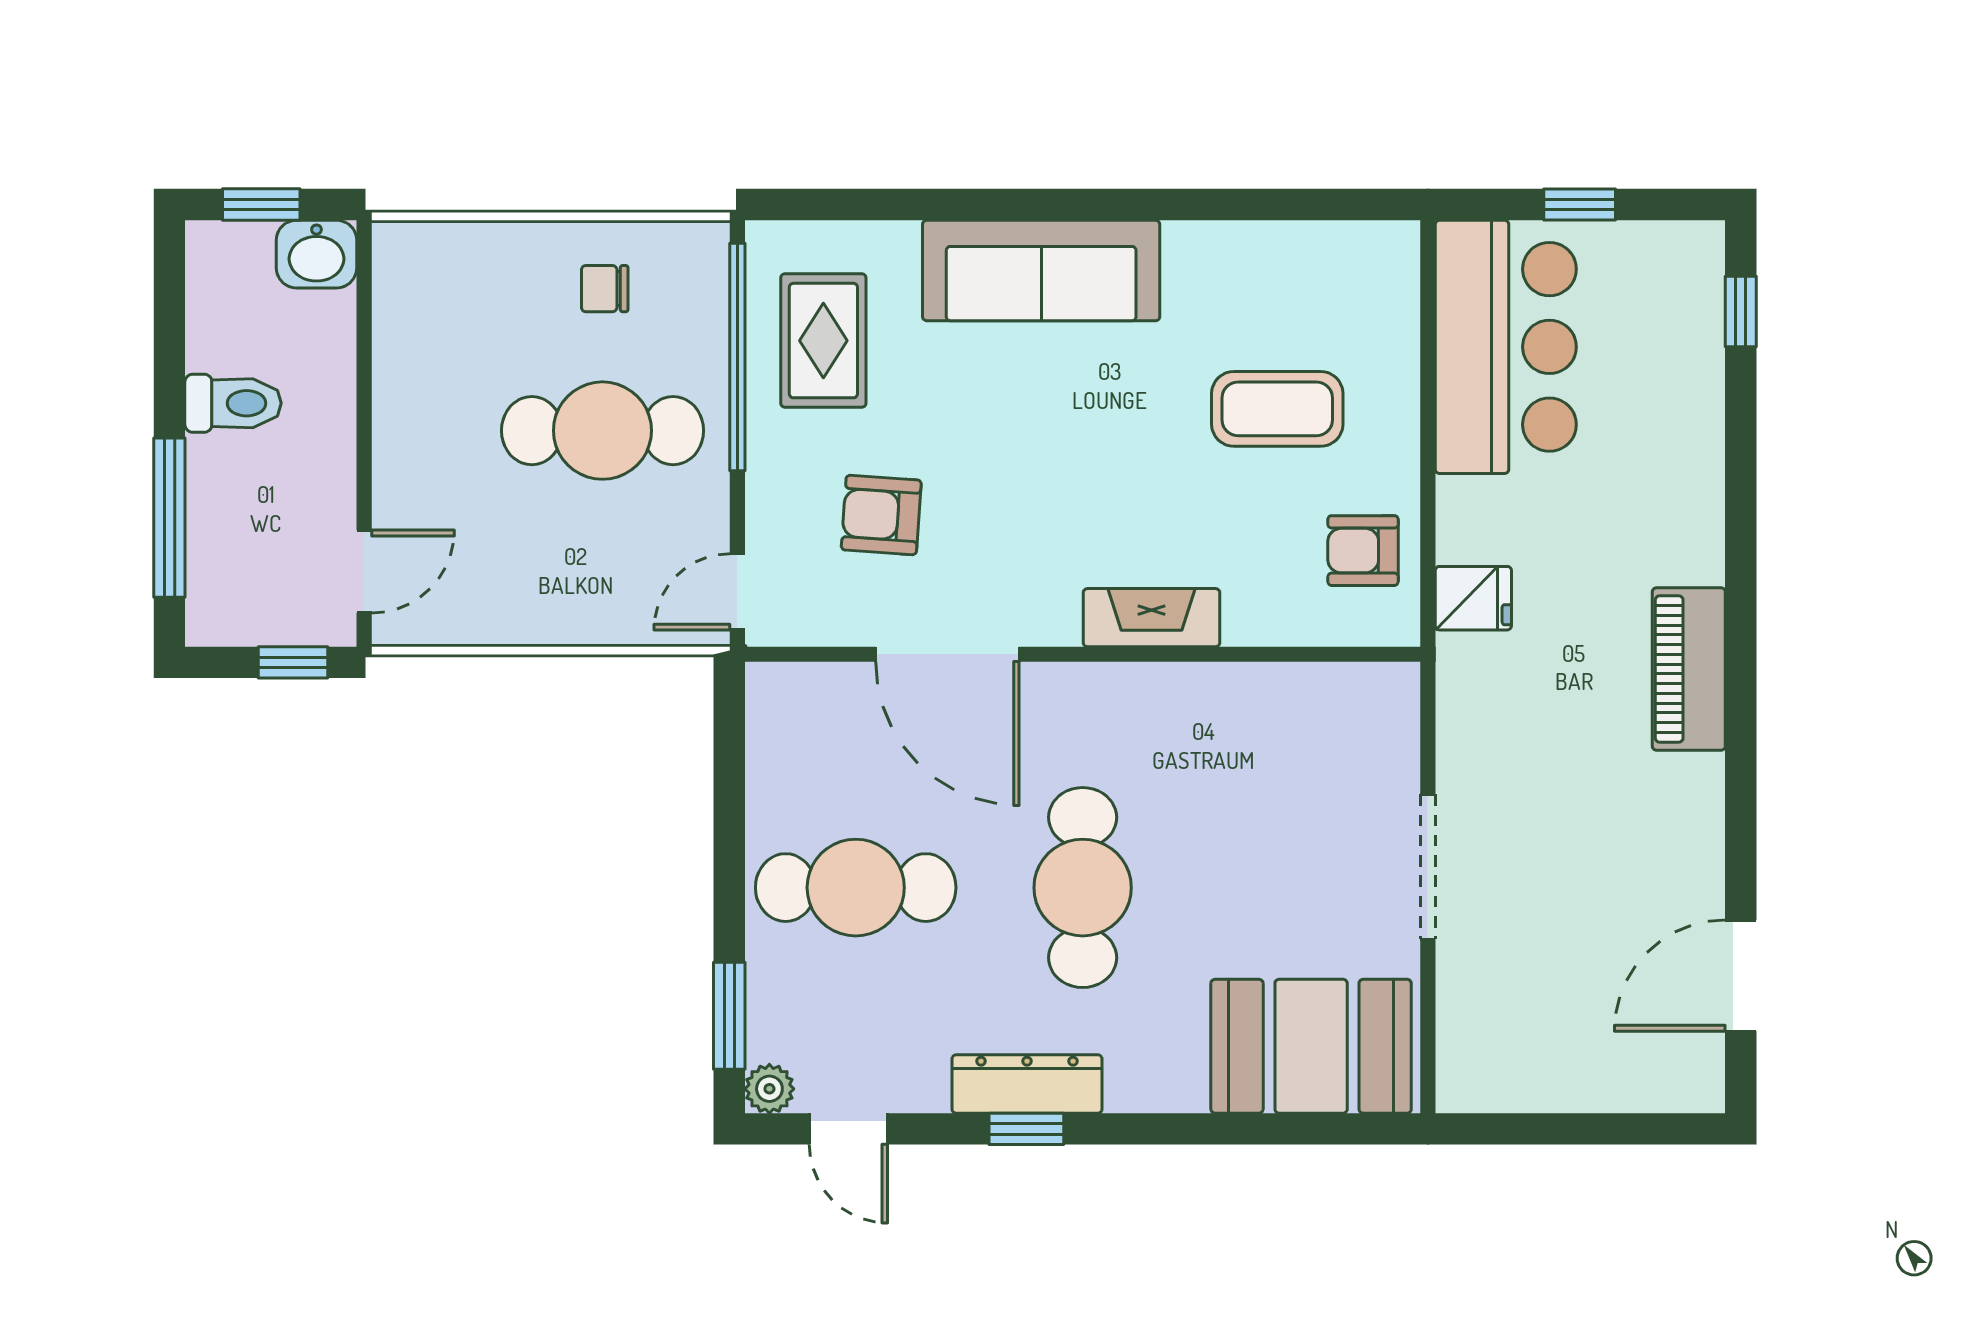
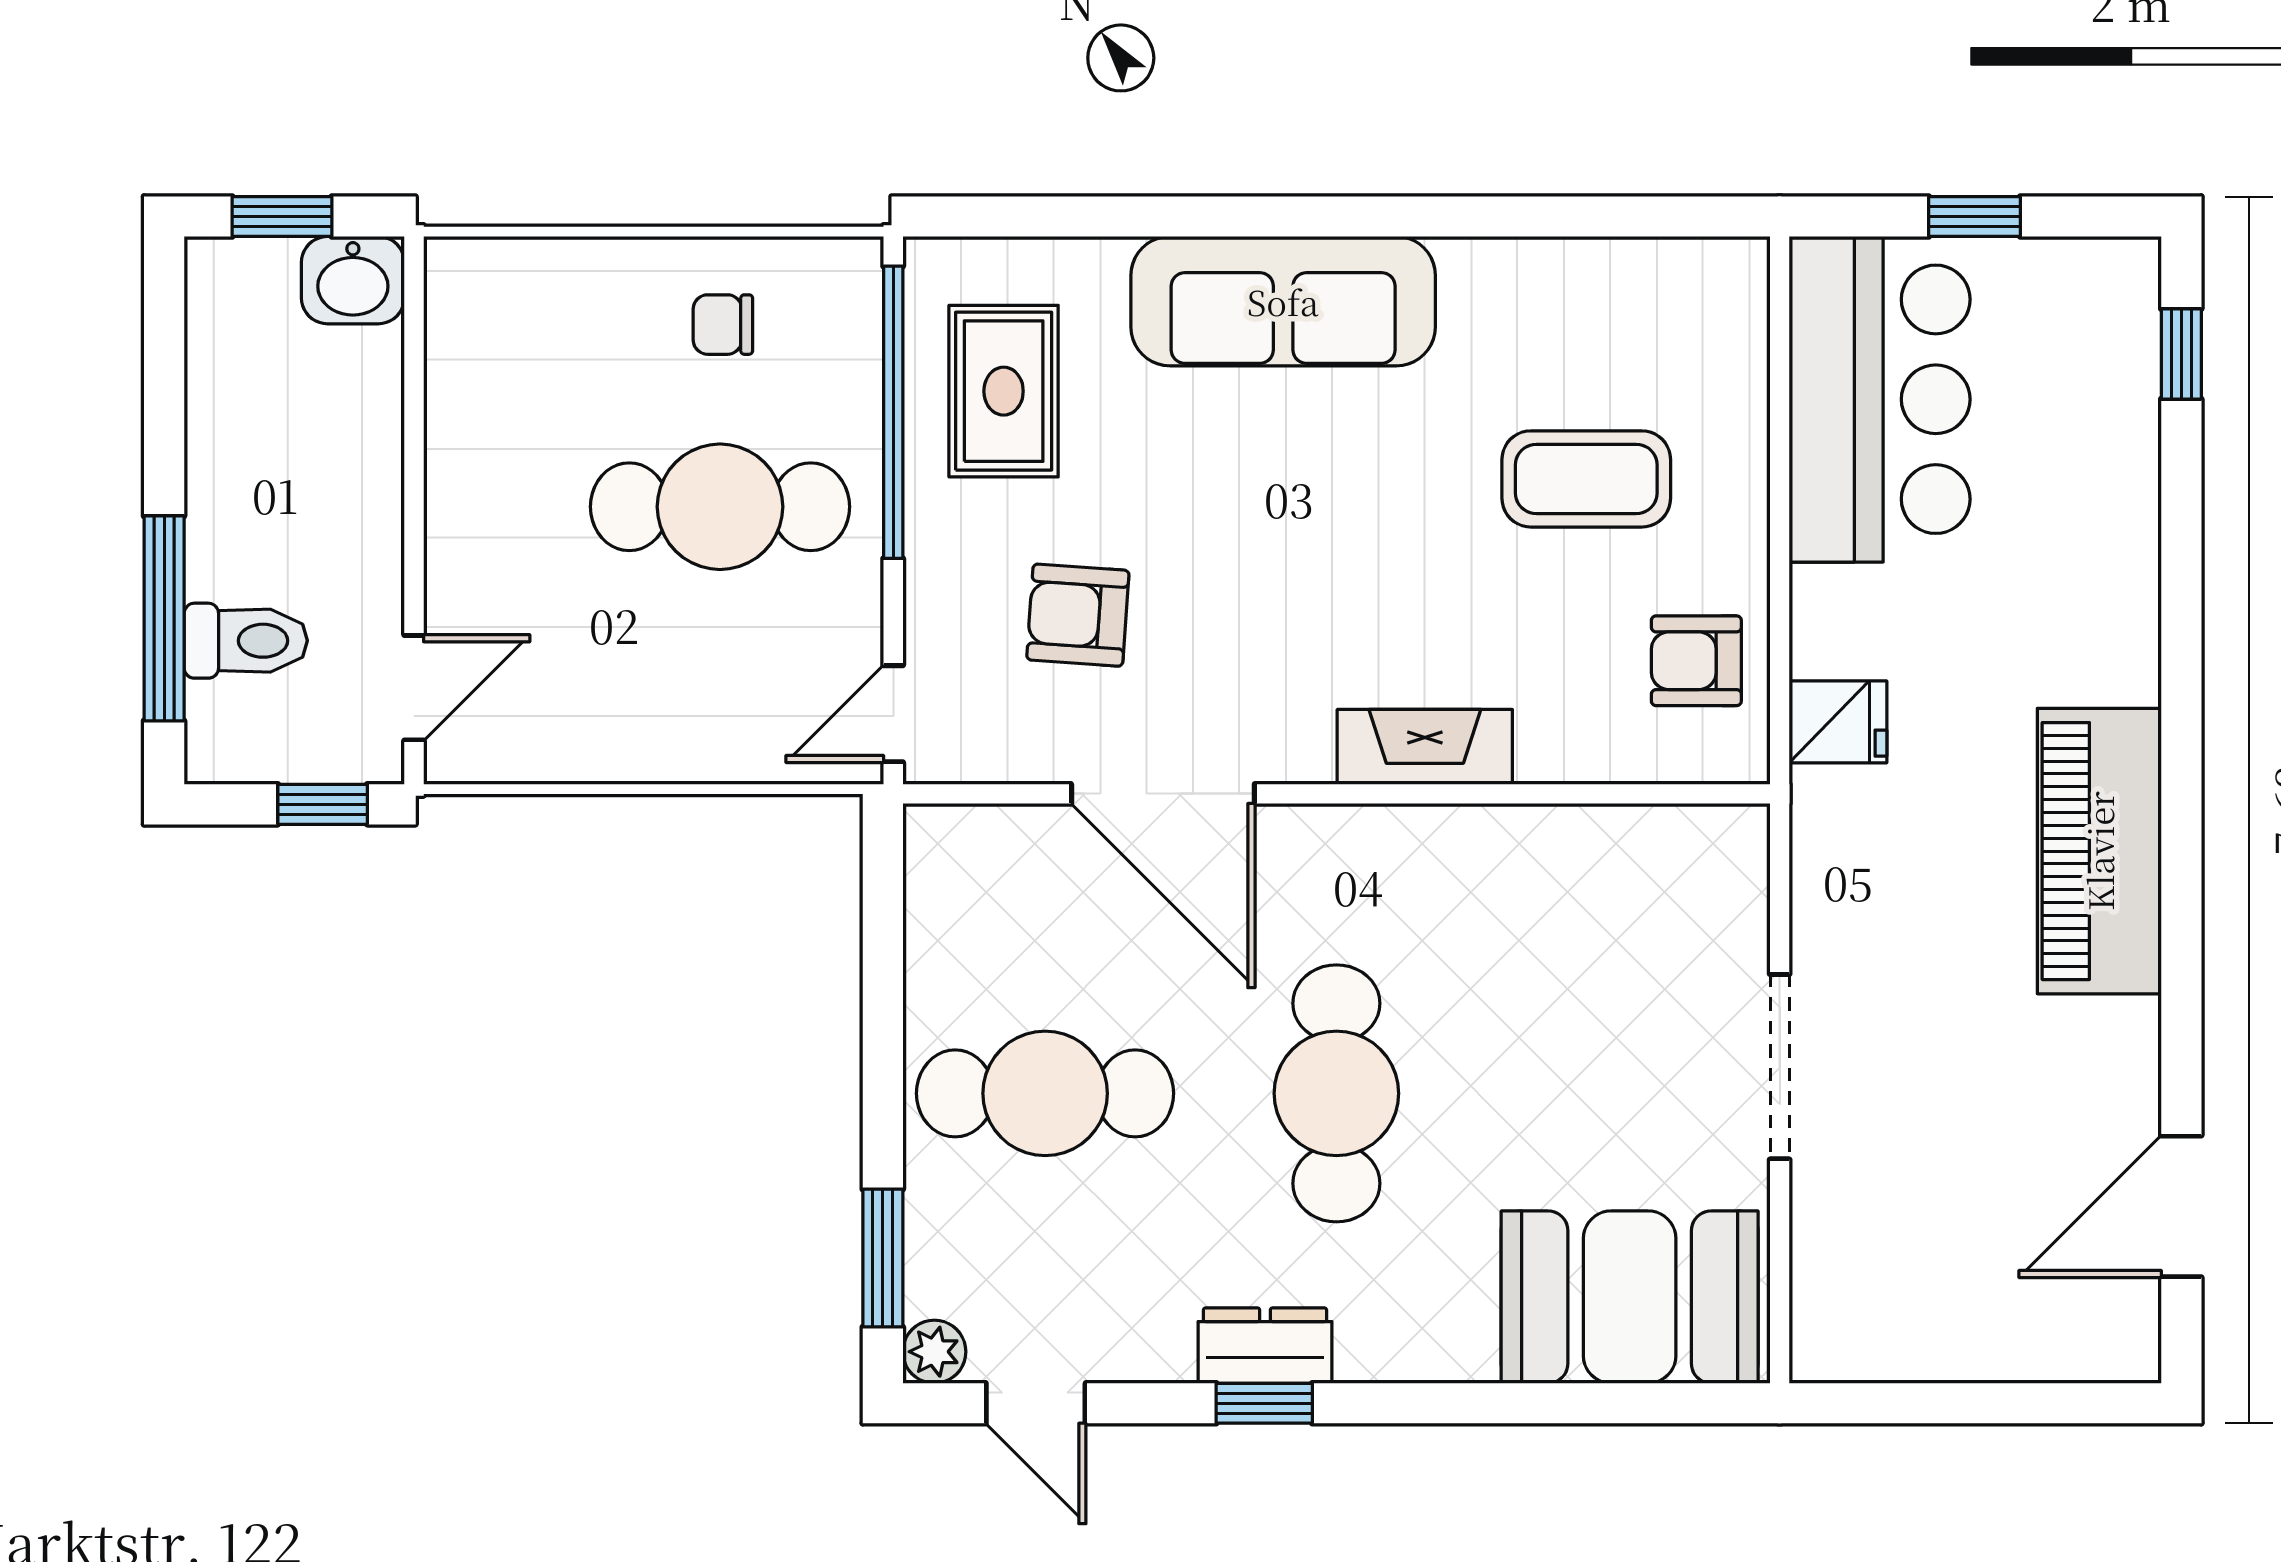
toilet: (233, 403) -> (246, 641), moved
piano: (1689, 669) -> (2099, 851), width x1.37, depth x1.33
dresser: (1027, 1084) -> (1265, 1346), width x0.70

